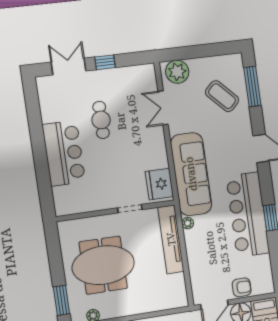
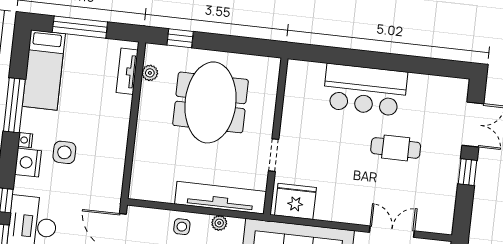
plant: (188, 223) -> (219, 223), moved
side table: (199, 262) -> (182, 227), added
window: (61, 300) -> (180, 38), width x0.67

